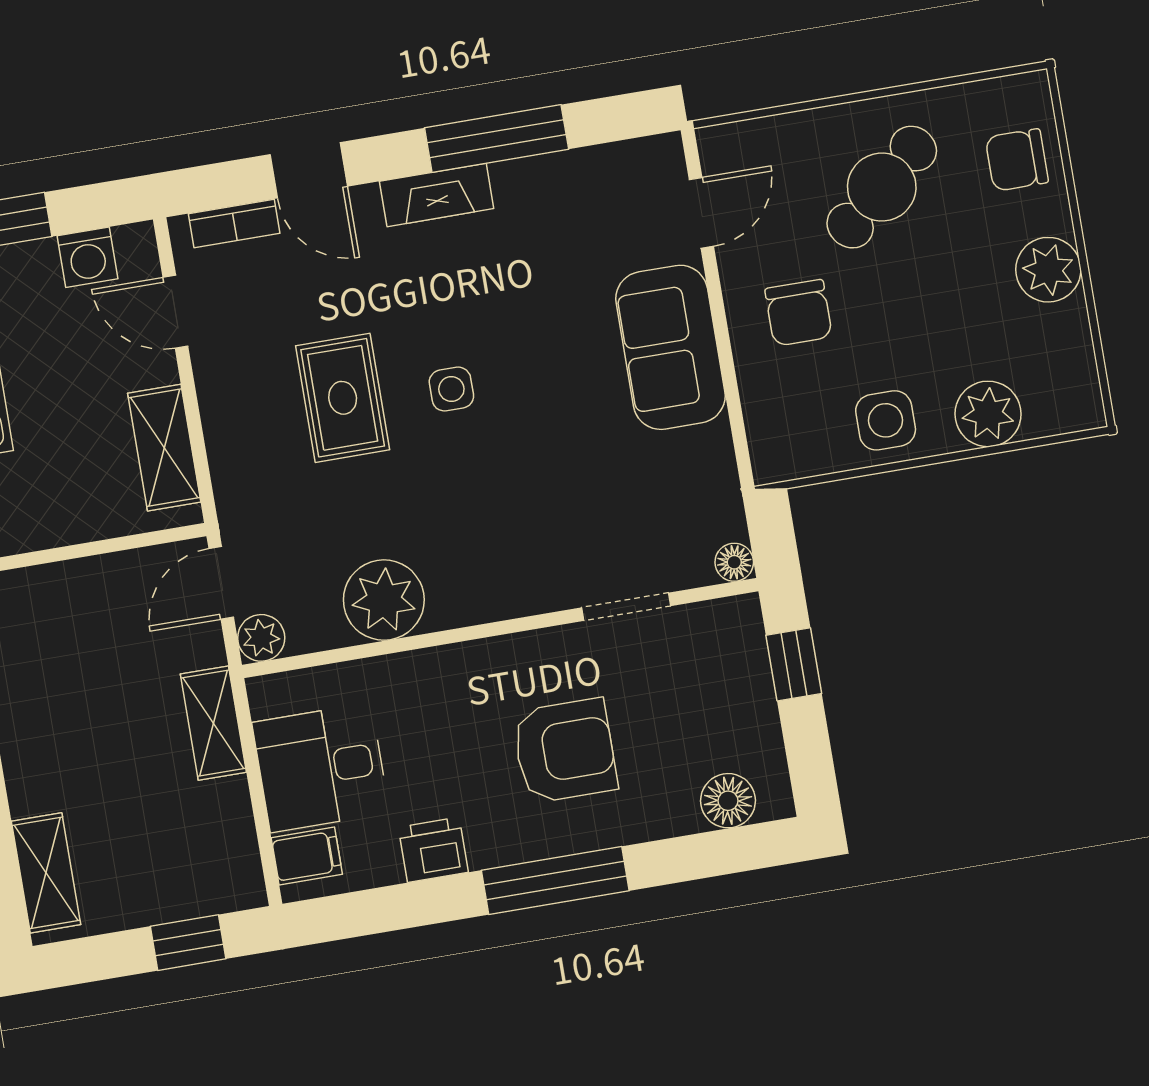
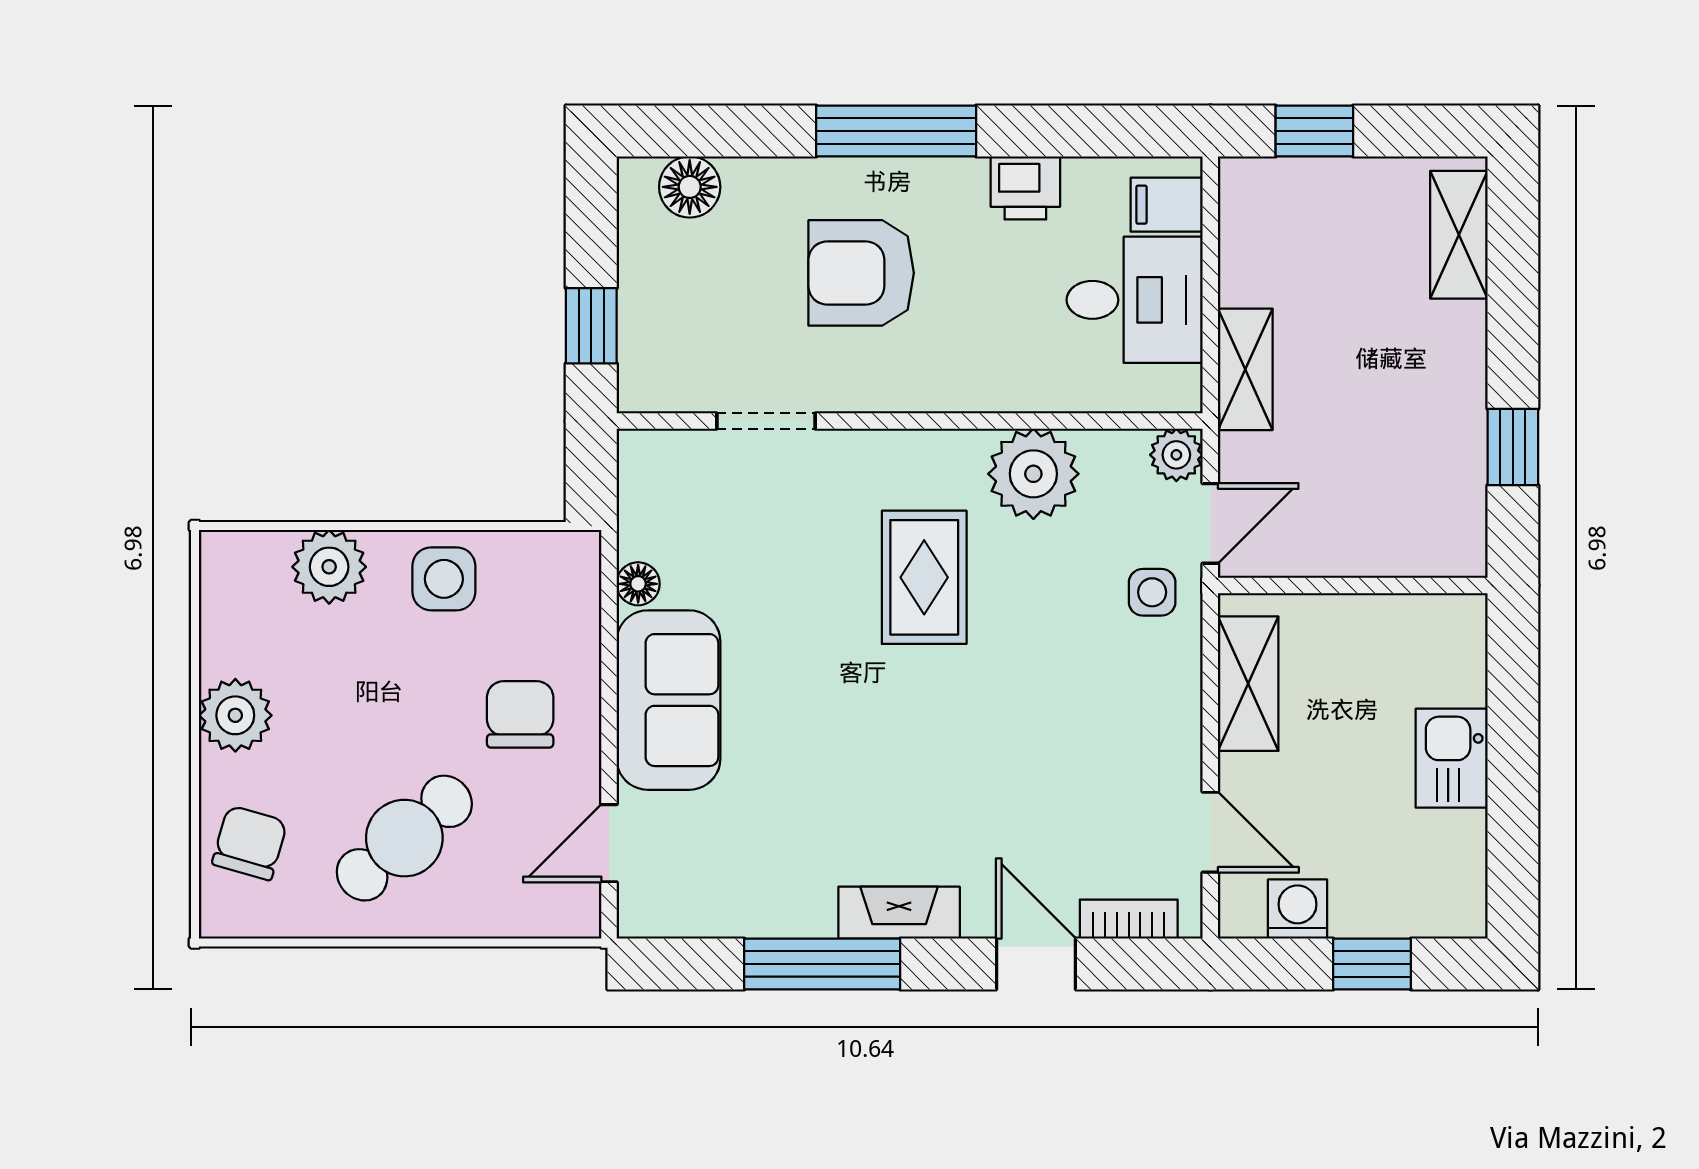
chair: (1017, 160) -> (250, 843), turned -74
side table: (451, 389) -> (1152, 592), moved
rug: (343, 398) -> (924, 577), moved
floor lamp: (734, 562) -> (638, 584), moved

